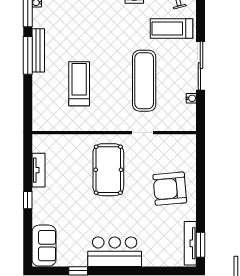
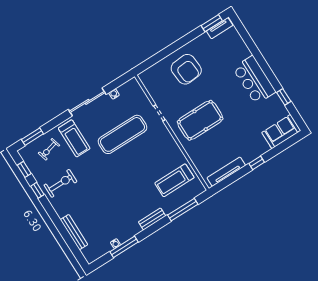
bench: (38, 50) -> (152, 219), width x0.73
window: (28, 55) -> (183, 210), moved
treadmill: (79, 84) -> (174, 180), moved
tv unit: (39, 170) -> (226, 172), width x1.41
tv unit: (190, 243) -> (220, 28), width x0.71

